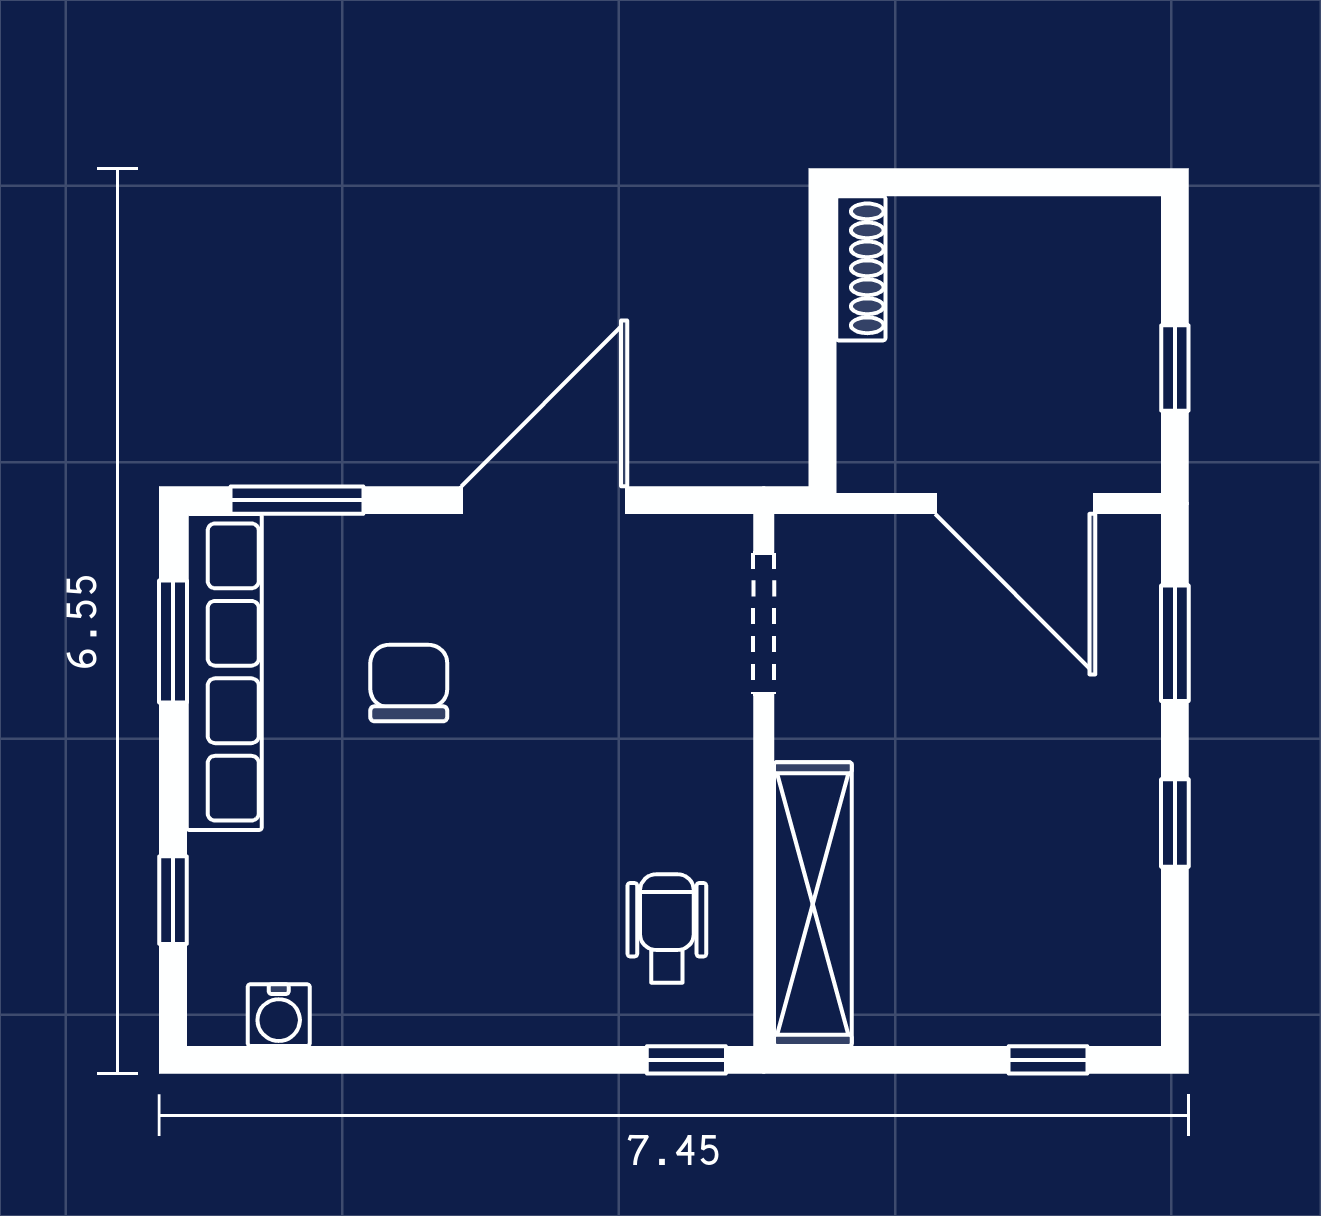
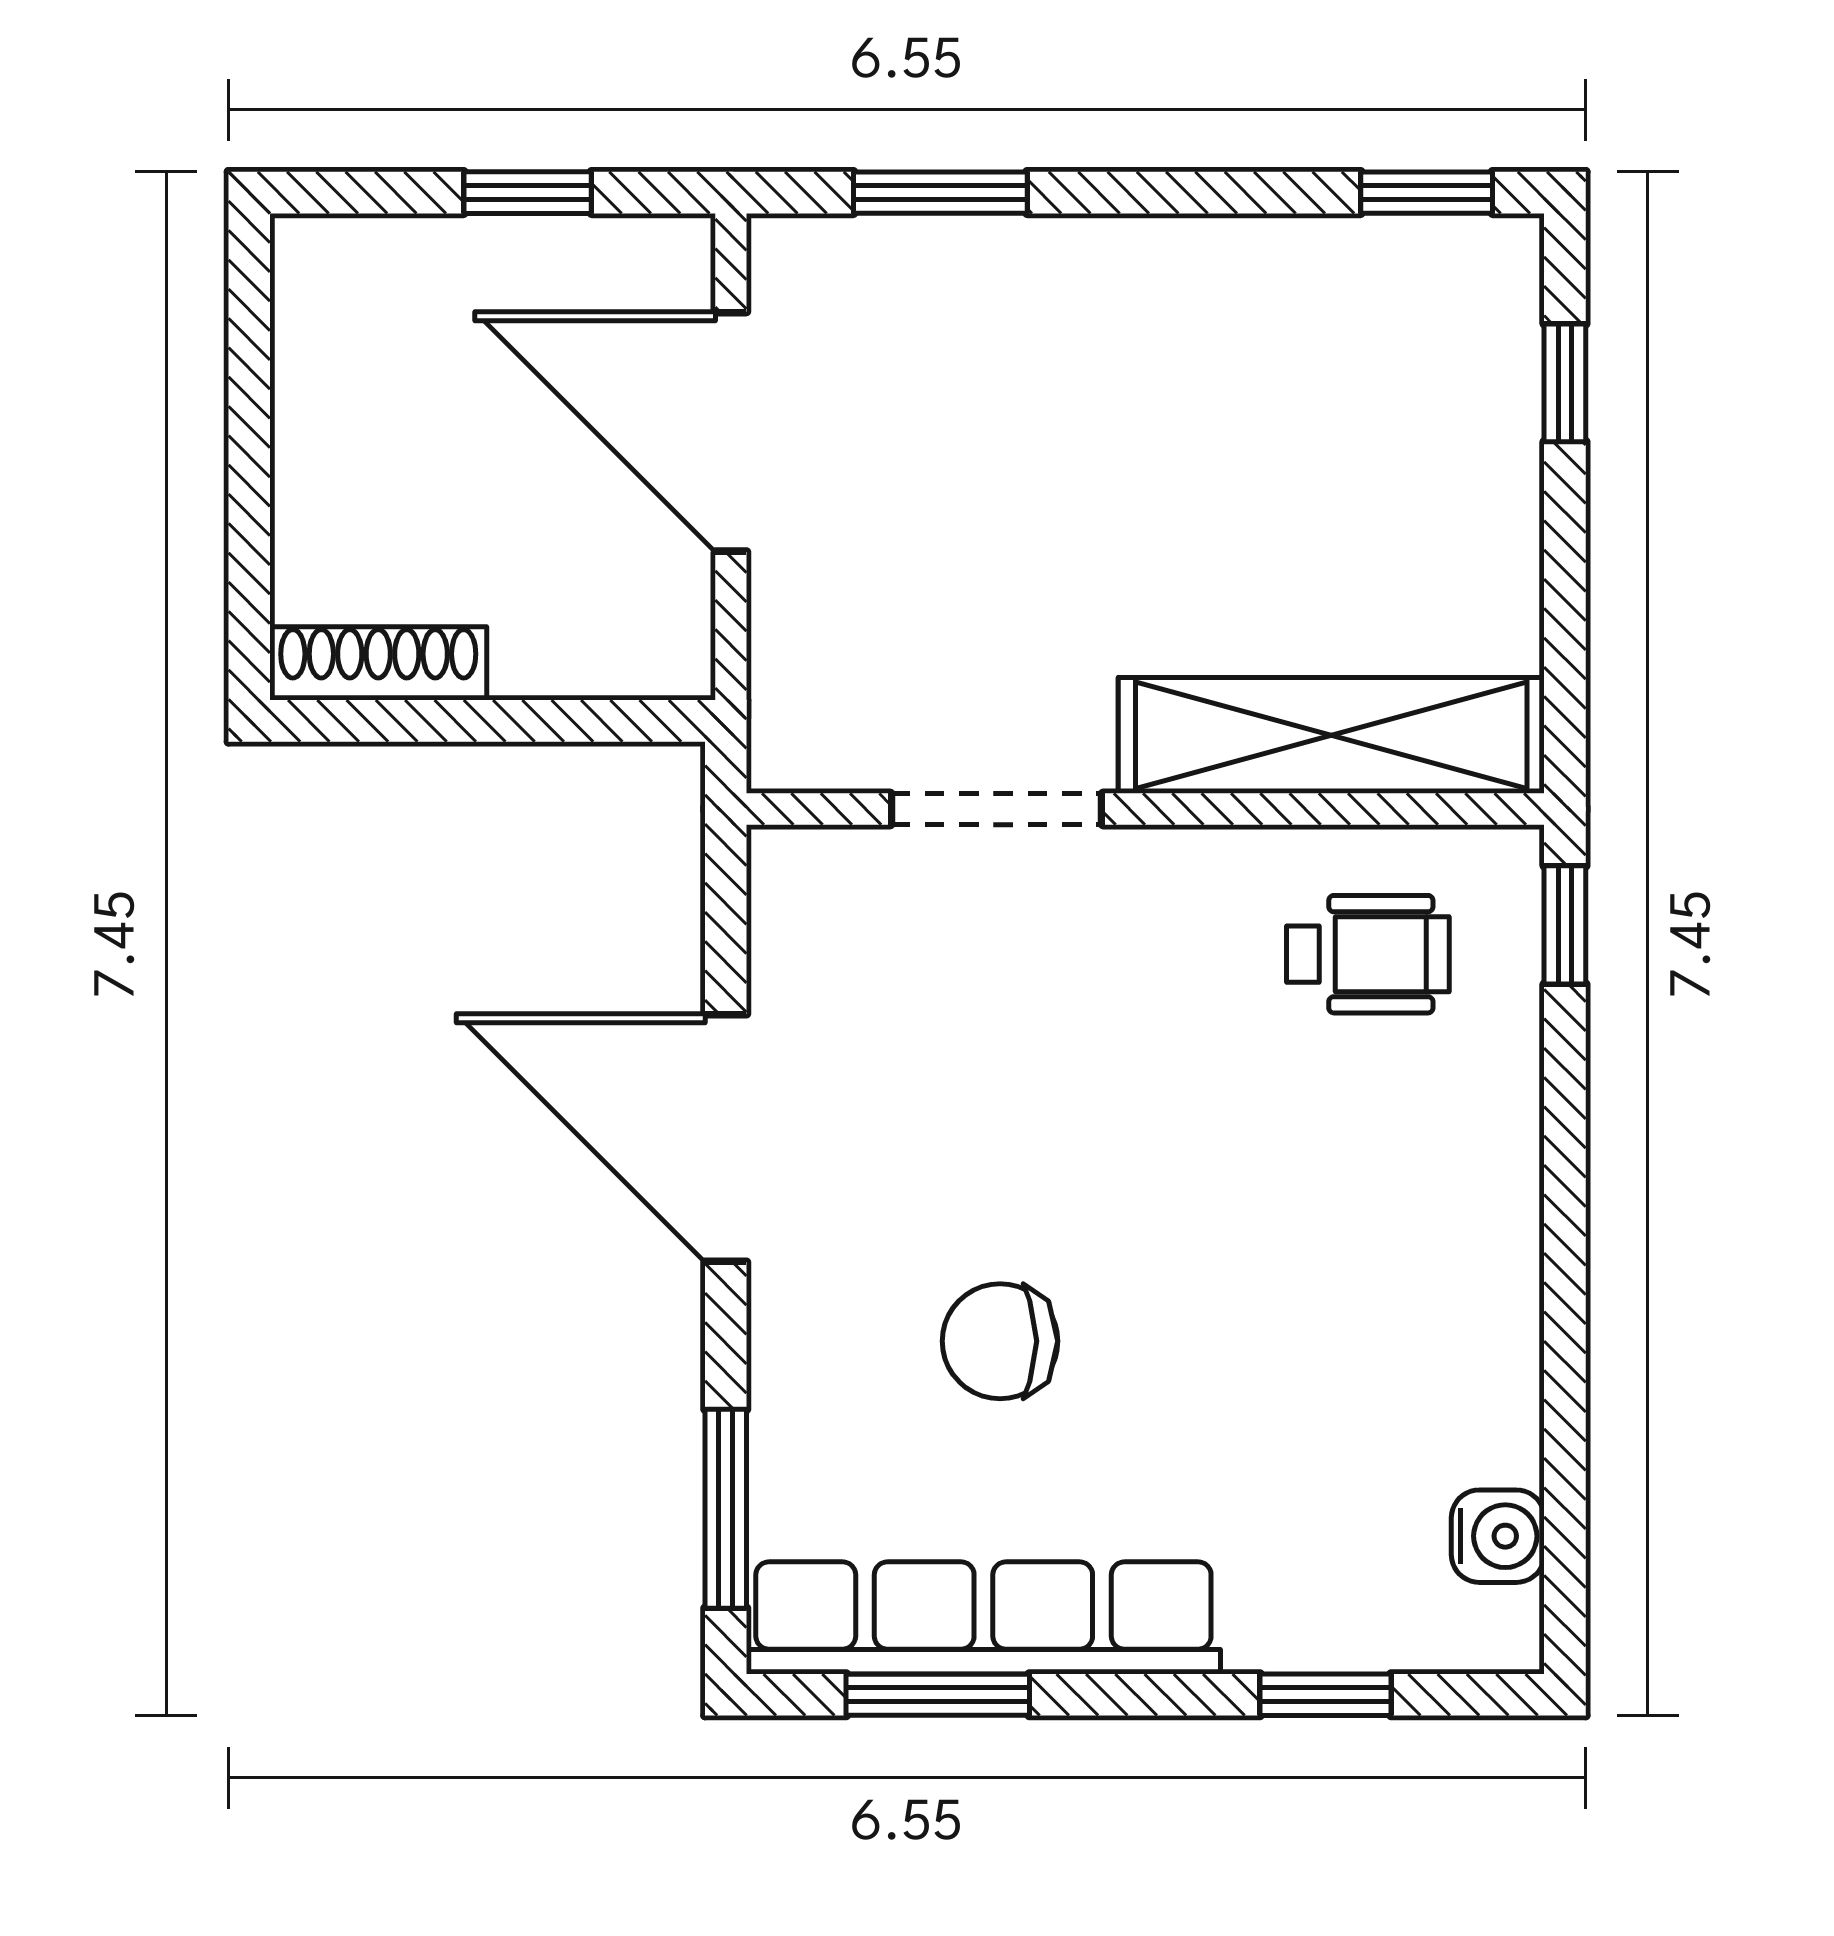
door: (1015, 504) -> (731, 432), swing flipped
doorway: (764, 623) -> (997, 809), moved
window: (1175, 823) -> (1427, 193), moved
wheelchair: (667, 928) -> (1368, 954), turned 180

